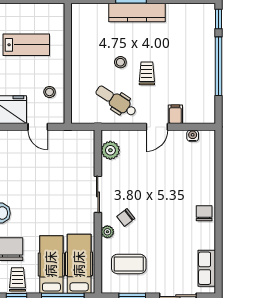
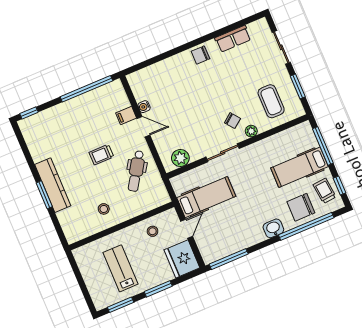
stool: (120, 62) -> (104, 209), moved
window: (218, 66) -> (86, 89), moved
water cooler: (193, 136) -> (144, 107), moved
hospital bed: (79, 264) -> (206, 197), moved, turned 180
row of seats: (207, 268) -> (233, 39), moved
trolley: (18, 279) -> (325, 191), turned 84

